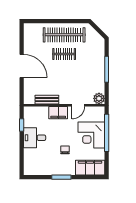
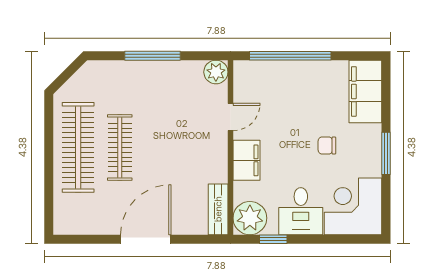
clothes rail: (64, 54) -> (120, 147), width x1.36
bench: (47, 100) -> (218, 209), moved
door: (78, 105) -> (230, 117), hinge flipped
plant: (31, 114) -> (250, 218), added
corner desk: (91, 135) -> (353, 206), moved, turned 180

